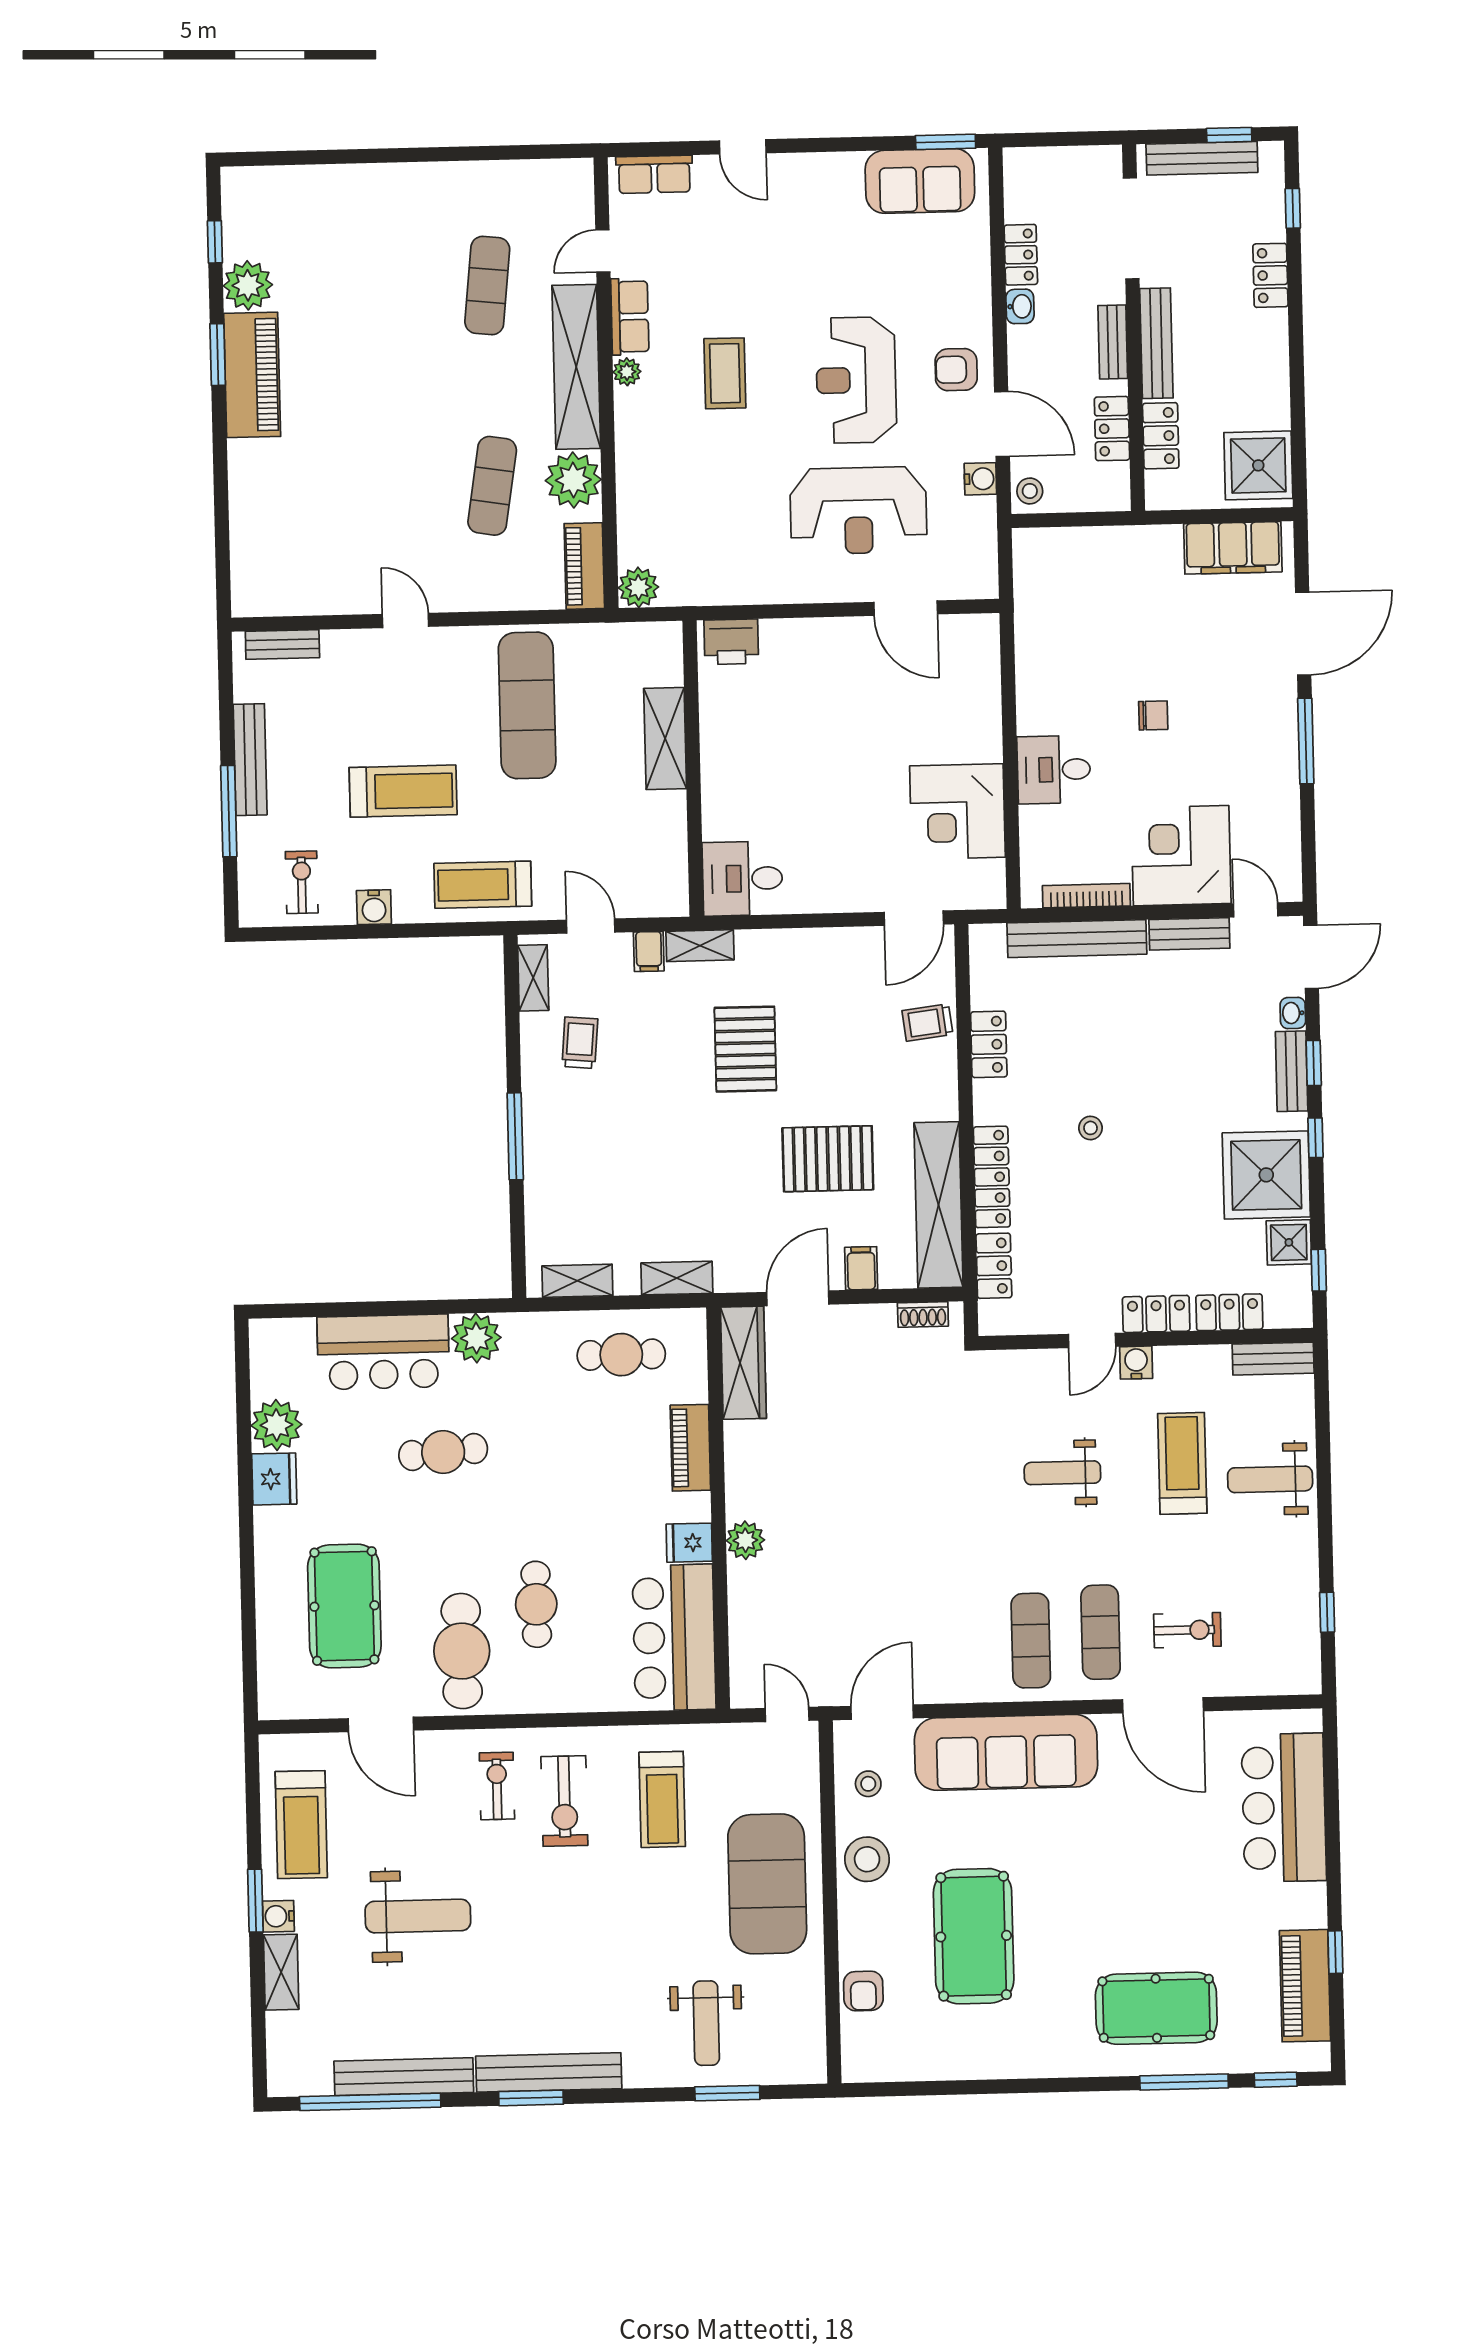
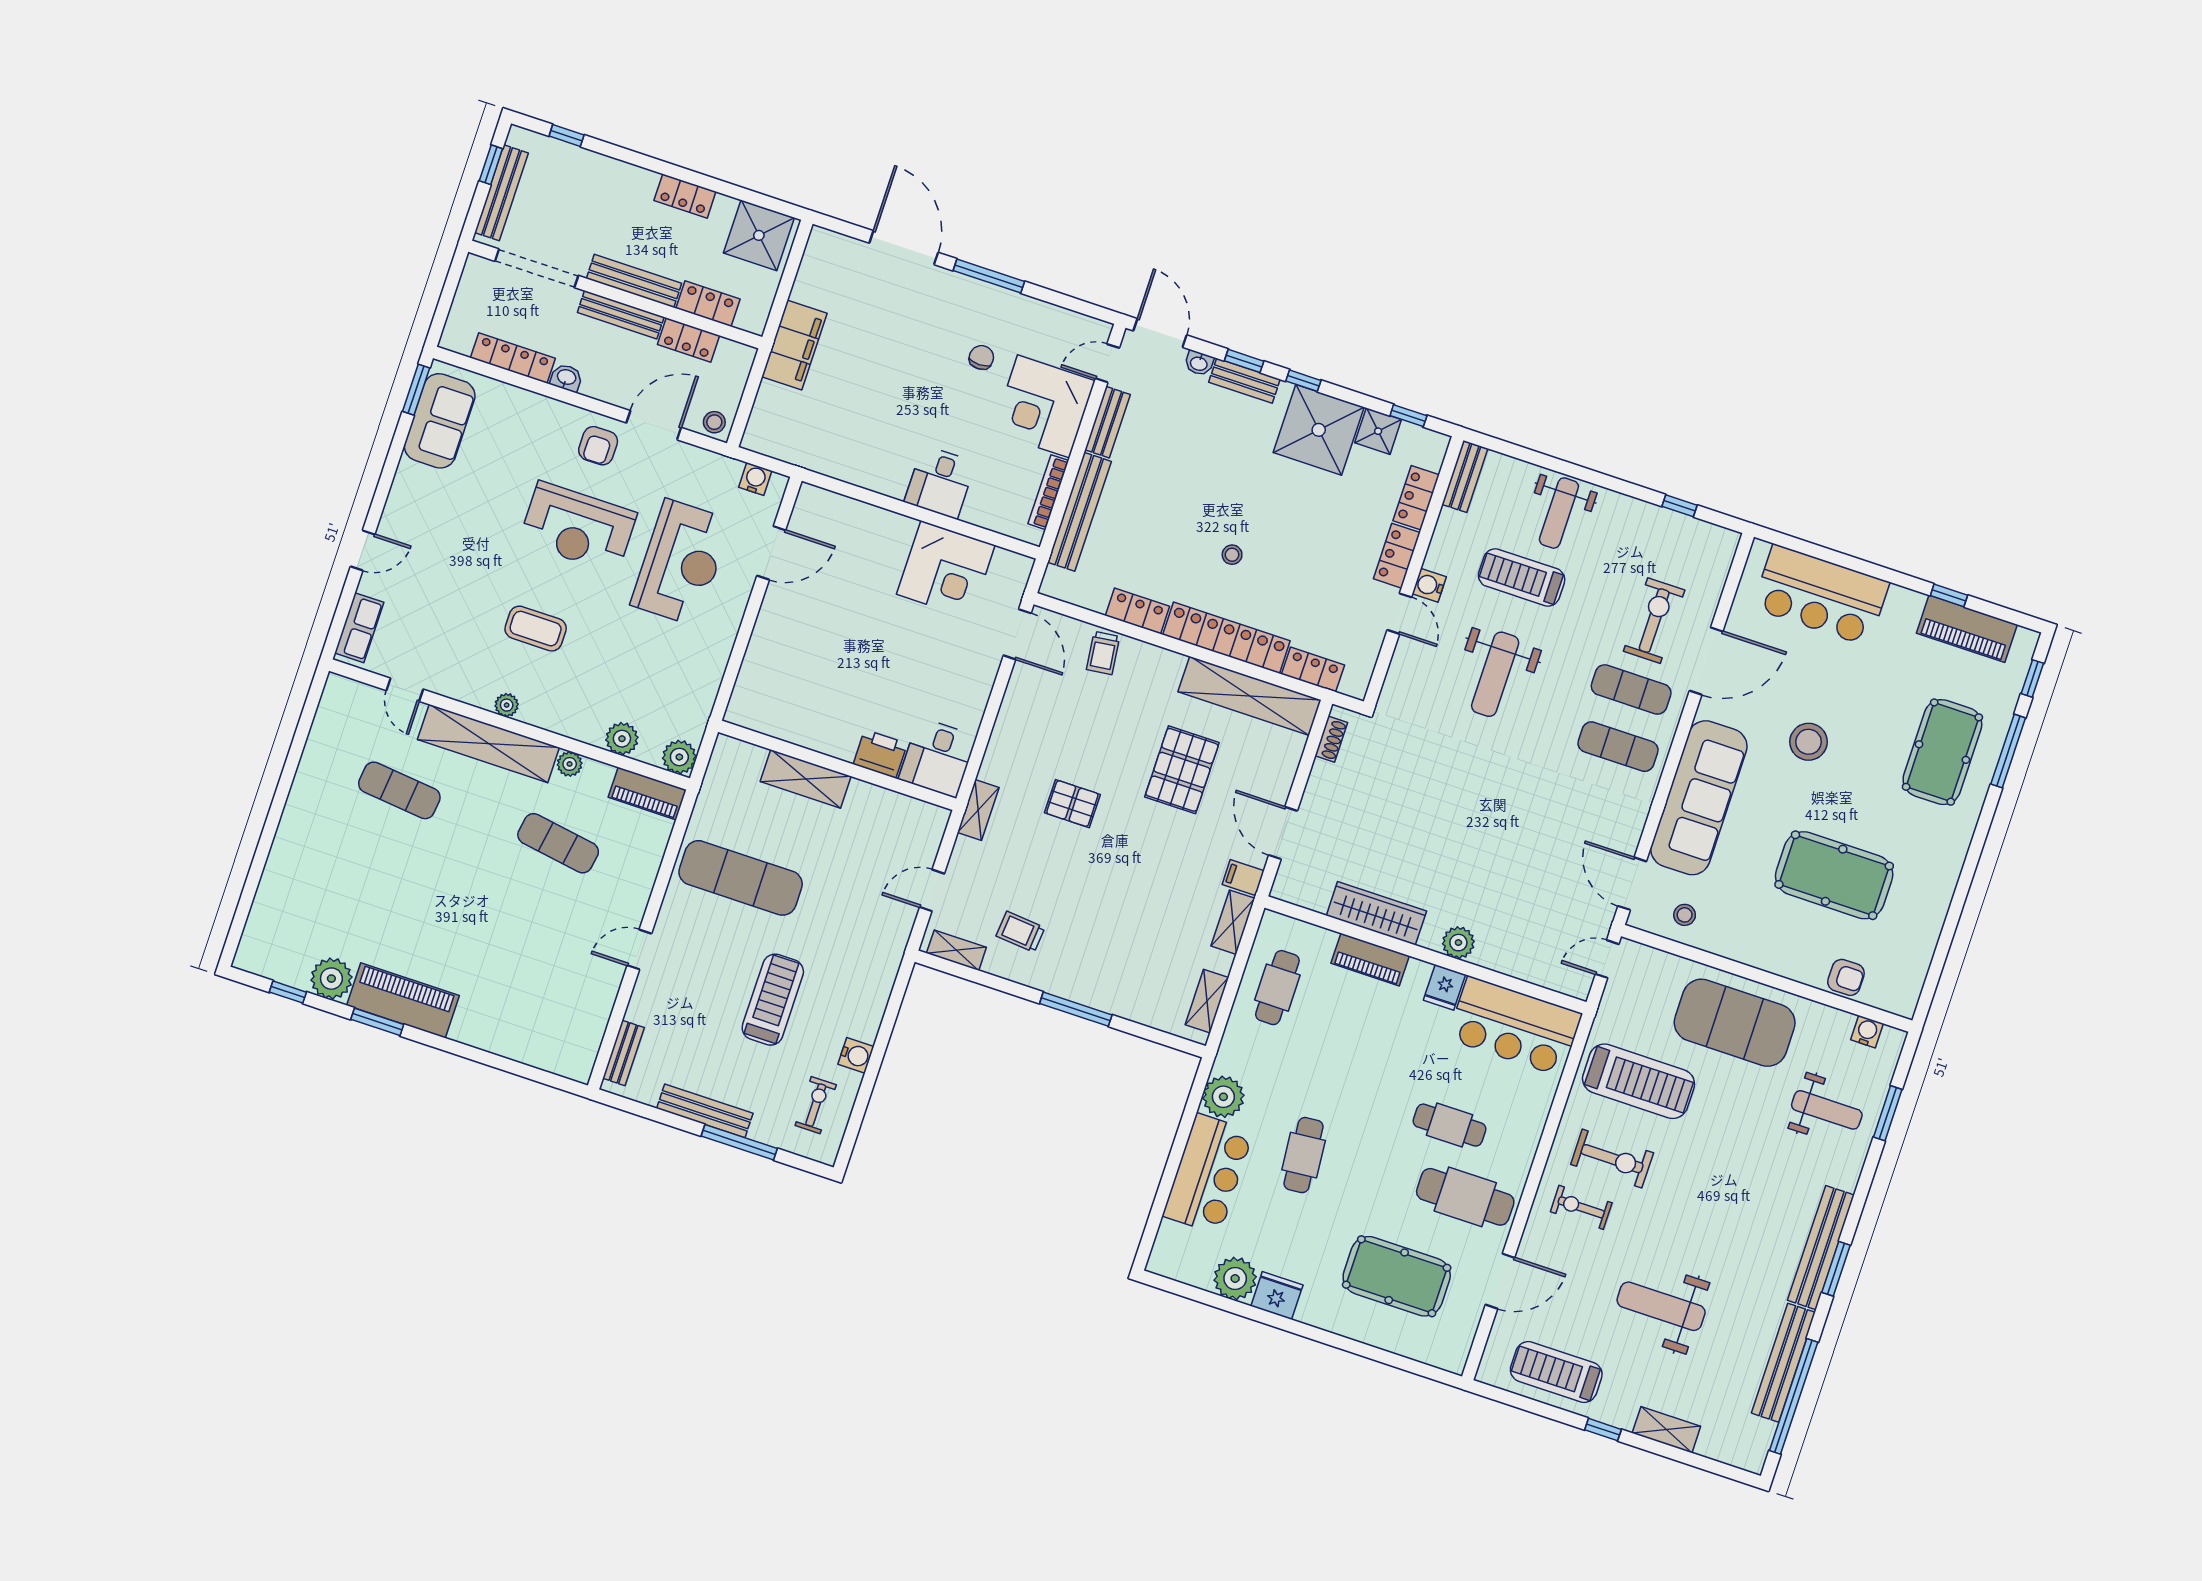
locker: (1021, 255) -> (513, 358), width x1.53
locker: (1270, 275) -> (685, 196), moved
row of seats: (630, 317) -> (464, 687), removed
bench: (1113, 342) -> (621, 315), width x1.36
water cooler: (980, 479) -> (755, 479), moved
plant: (573, 480) -> (570, 764), width x0.53, depth x0.53
plant: (636, 515) -> (622, 739), added
filing cabinet: (1233, 548) -> (794, 345), moved
printer: (731, 642) -> (880, 754), moved, turned -90
chair: (1153, 715) -> (981, 357), moved
exercise bike: (302, 882) -> (816, 1105), turned 90
treadmill: (483, 885) -> (869, 963), removed
filing cabinet: (649, 951) -> (968, 852), removed
pallet: (745, 1049) -> (1072, 804), width x0.67, depth x0.71
locker: (992, 1177) -> (1226, 638), width x1.41, depth x1.21
filing cabinet: (861, 1268) -> (1243, 878), moved
wardrobe: (743, 1363) -> (1376, 913), moved
weight bench: (1062, 1473) -> (1495, 674), width x1.36, depth x1.33
exercise bike: (1187, 1630) -> (1654, 621), width x1.38, depth x1.39
treadmill: (662, 1799) -> (1639, 1081), width x1.37, depth x1.38
treadmill: (301, 1825) -> (1556, 1372), turned 180
stool: (867, 1859) -> (1808, 742), moved
window: (255, 1901) -> (1603, 1430), width x0.67
water cooler: (278, 1916) -> (1867, 1032), moved, turned 180
weight bench: (418, 1916) -> (1661, 1306), turned -90

